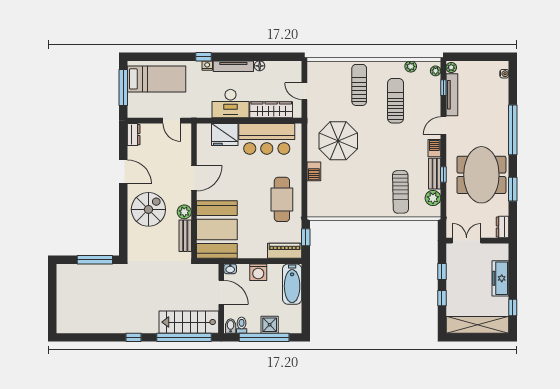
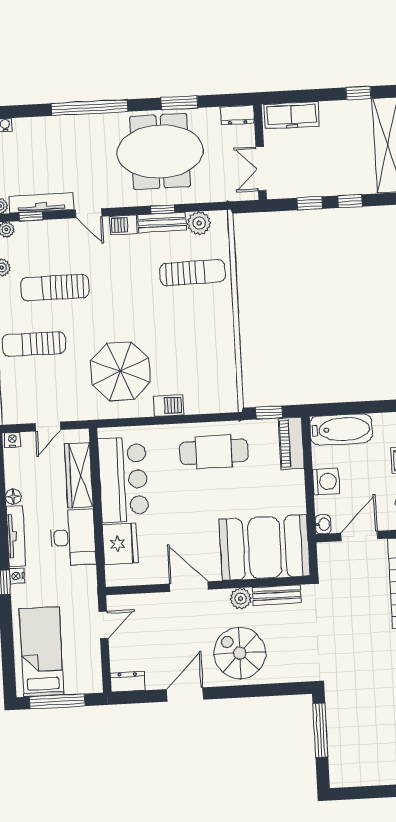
nightstand: (297, 67) -> (12, 440), added
freezer: (500, 278) -> (292, 115), moved

